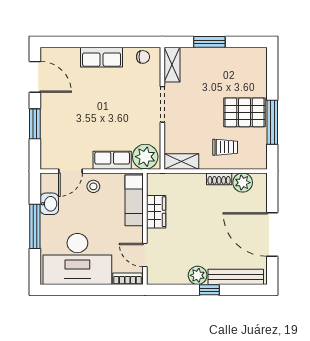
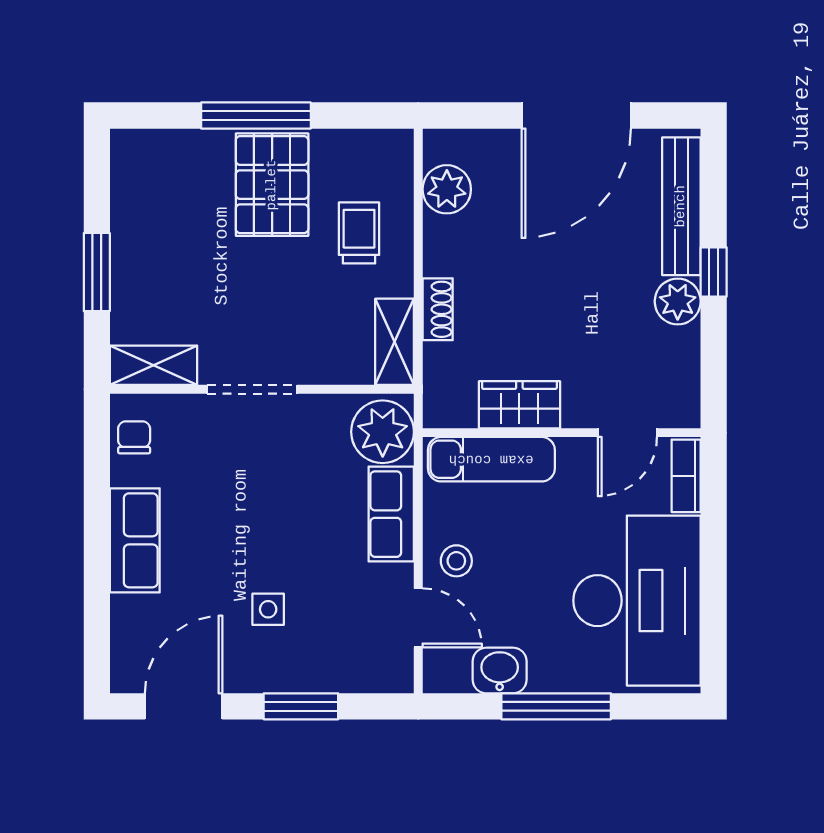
side table: (74, 111) -> (268, 609), added
window: (272, 122) -> (256, 116), moved
shoe rack: (219, 179) -> (438, 309), moved

